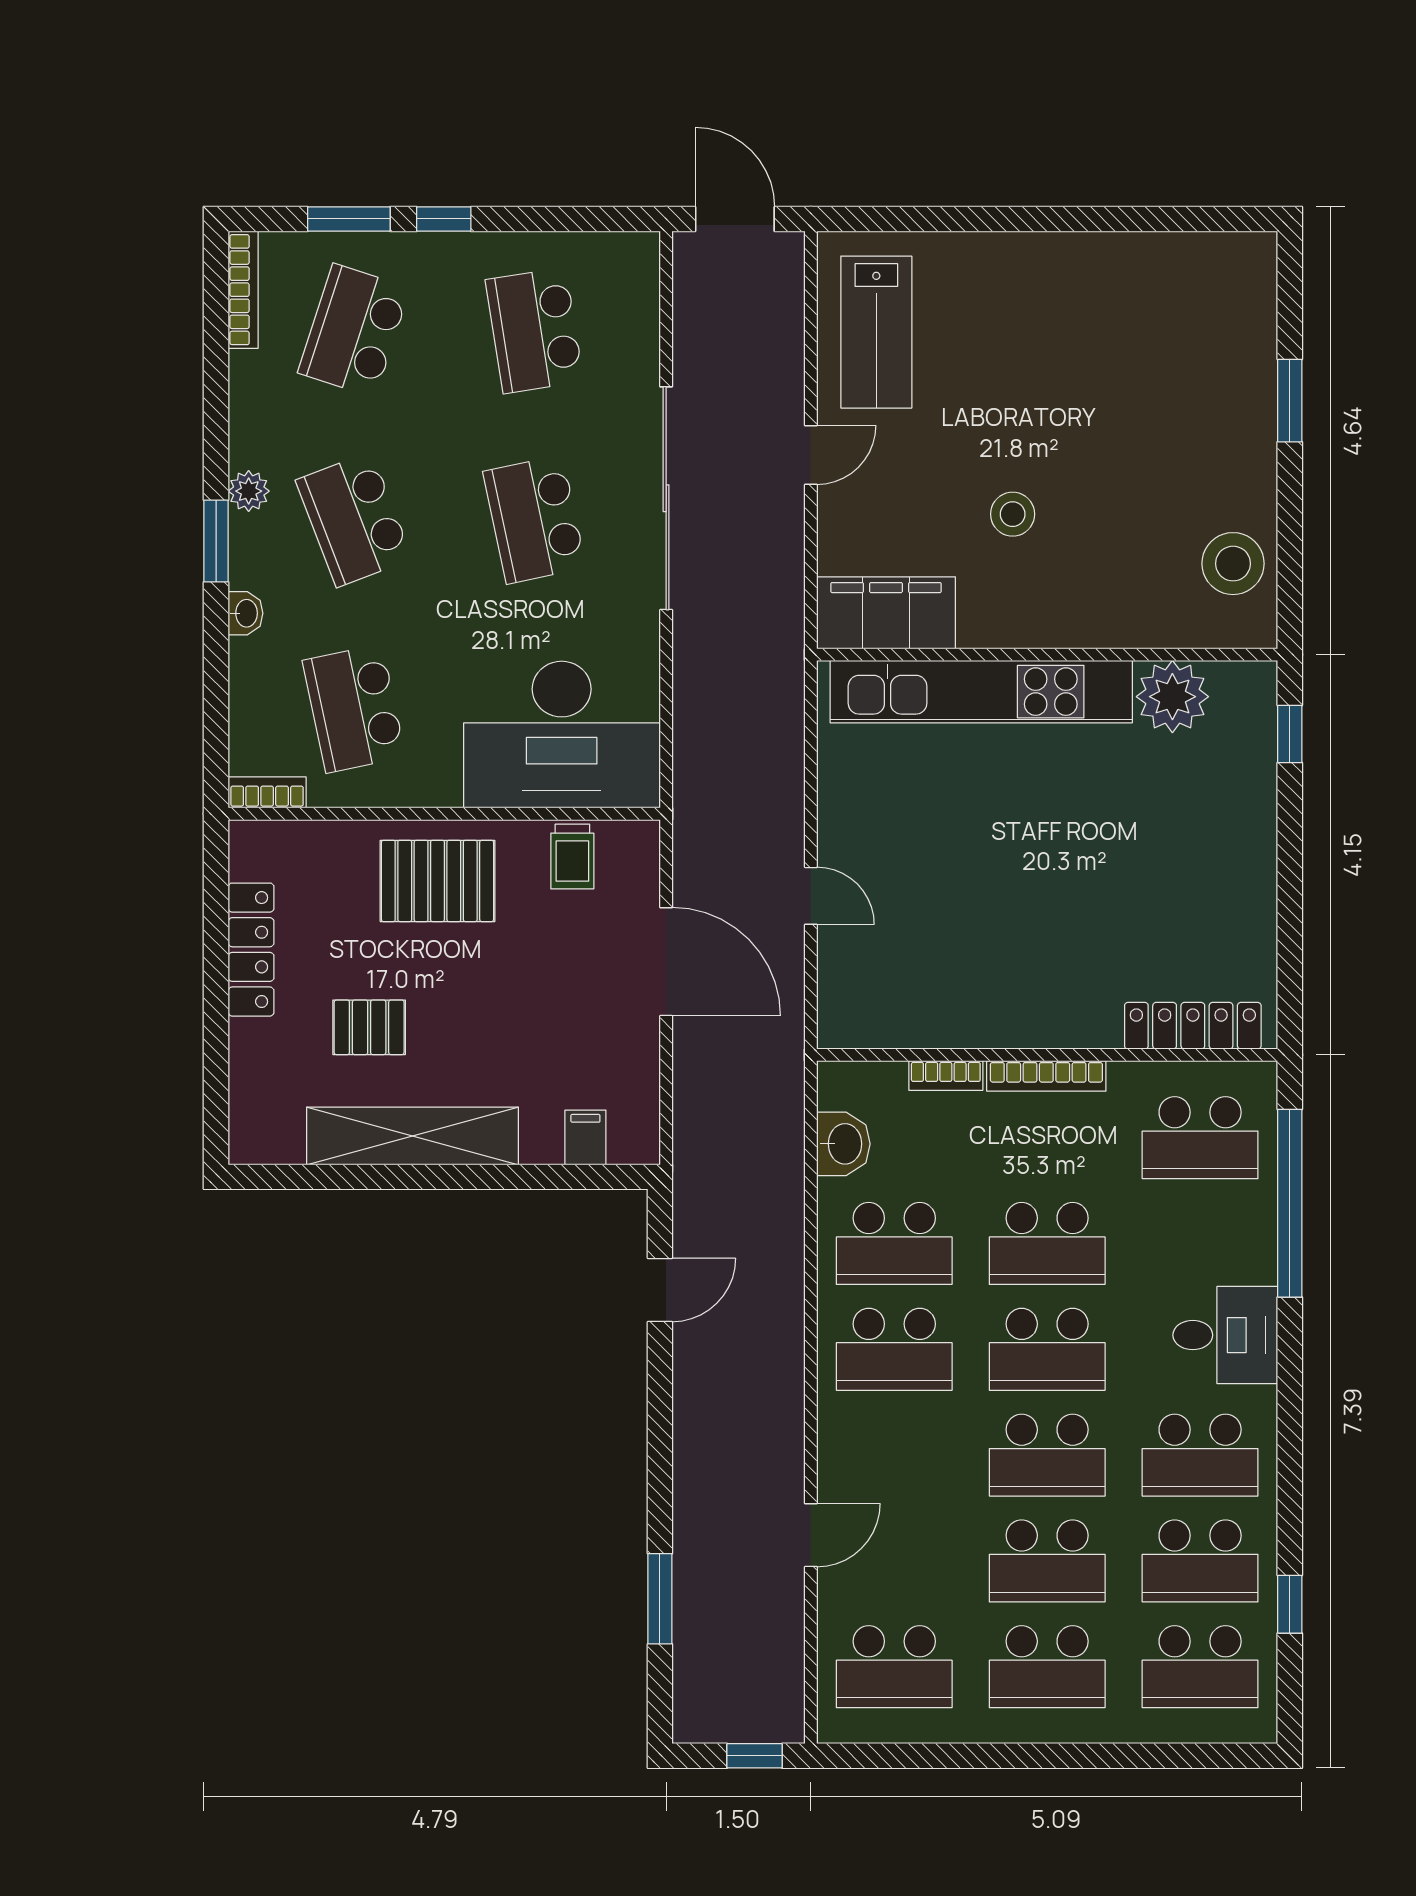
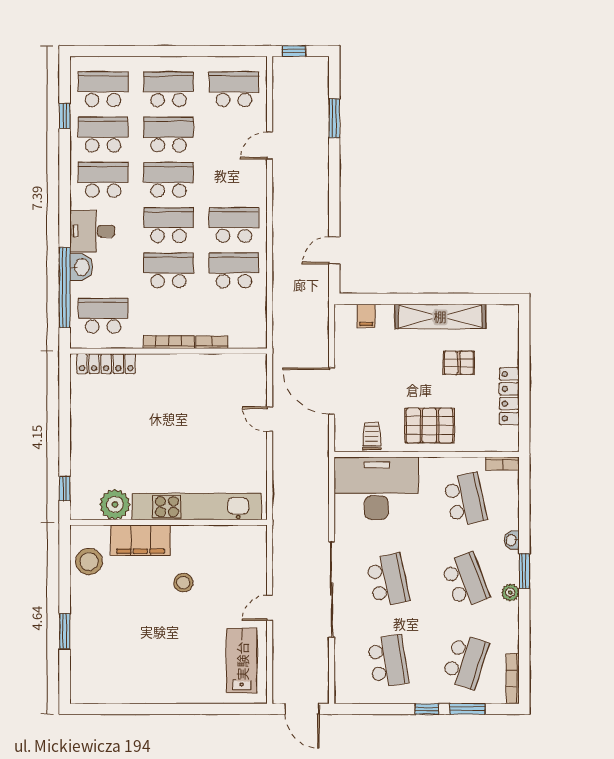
filing cabinet: (886, 613) -> (140, 540), moved
washbasin: (843, 1144) -> (81, 267), moved, turned 180

